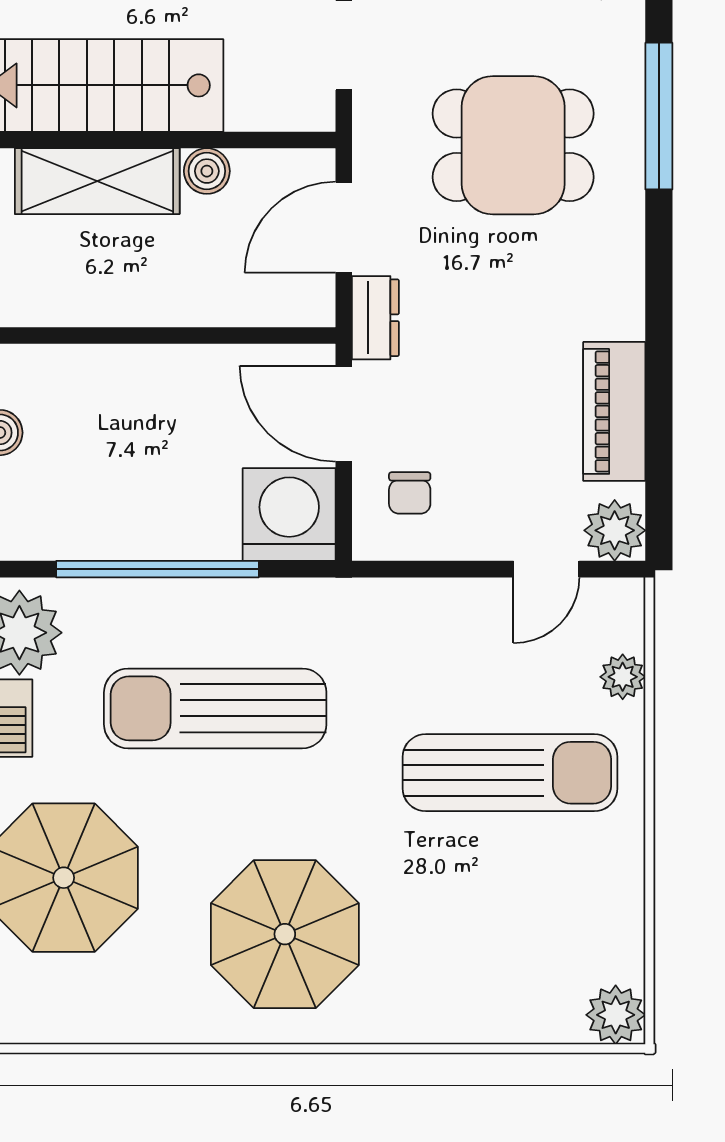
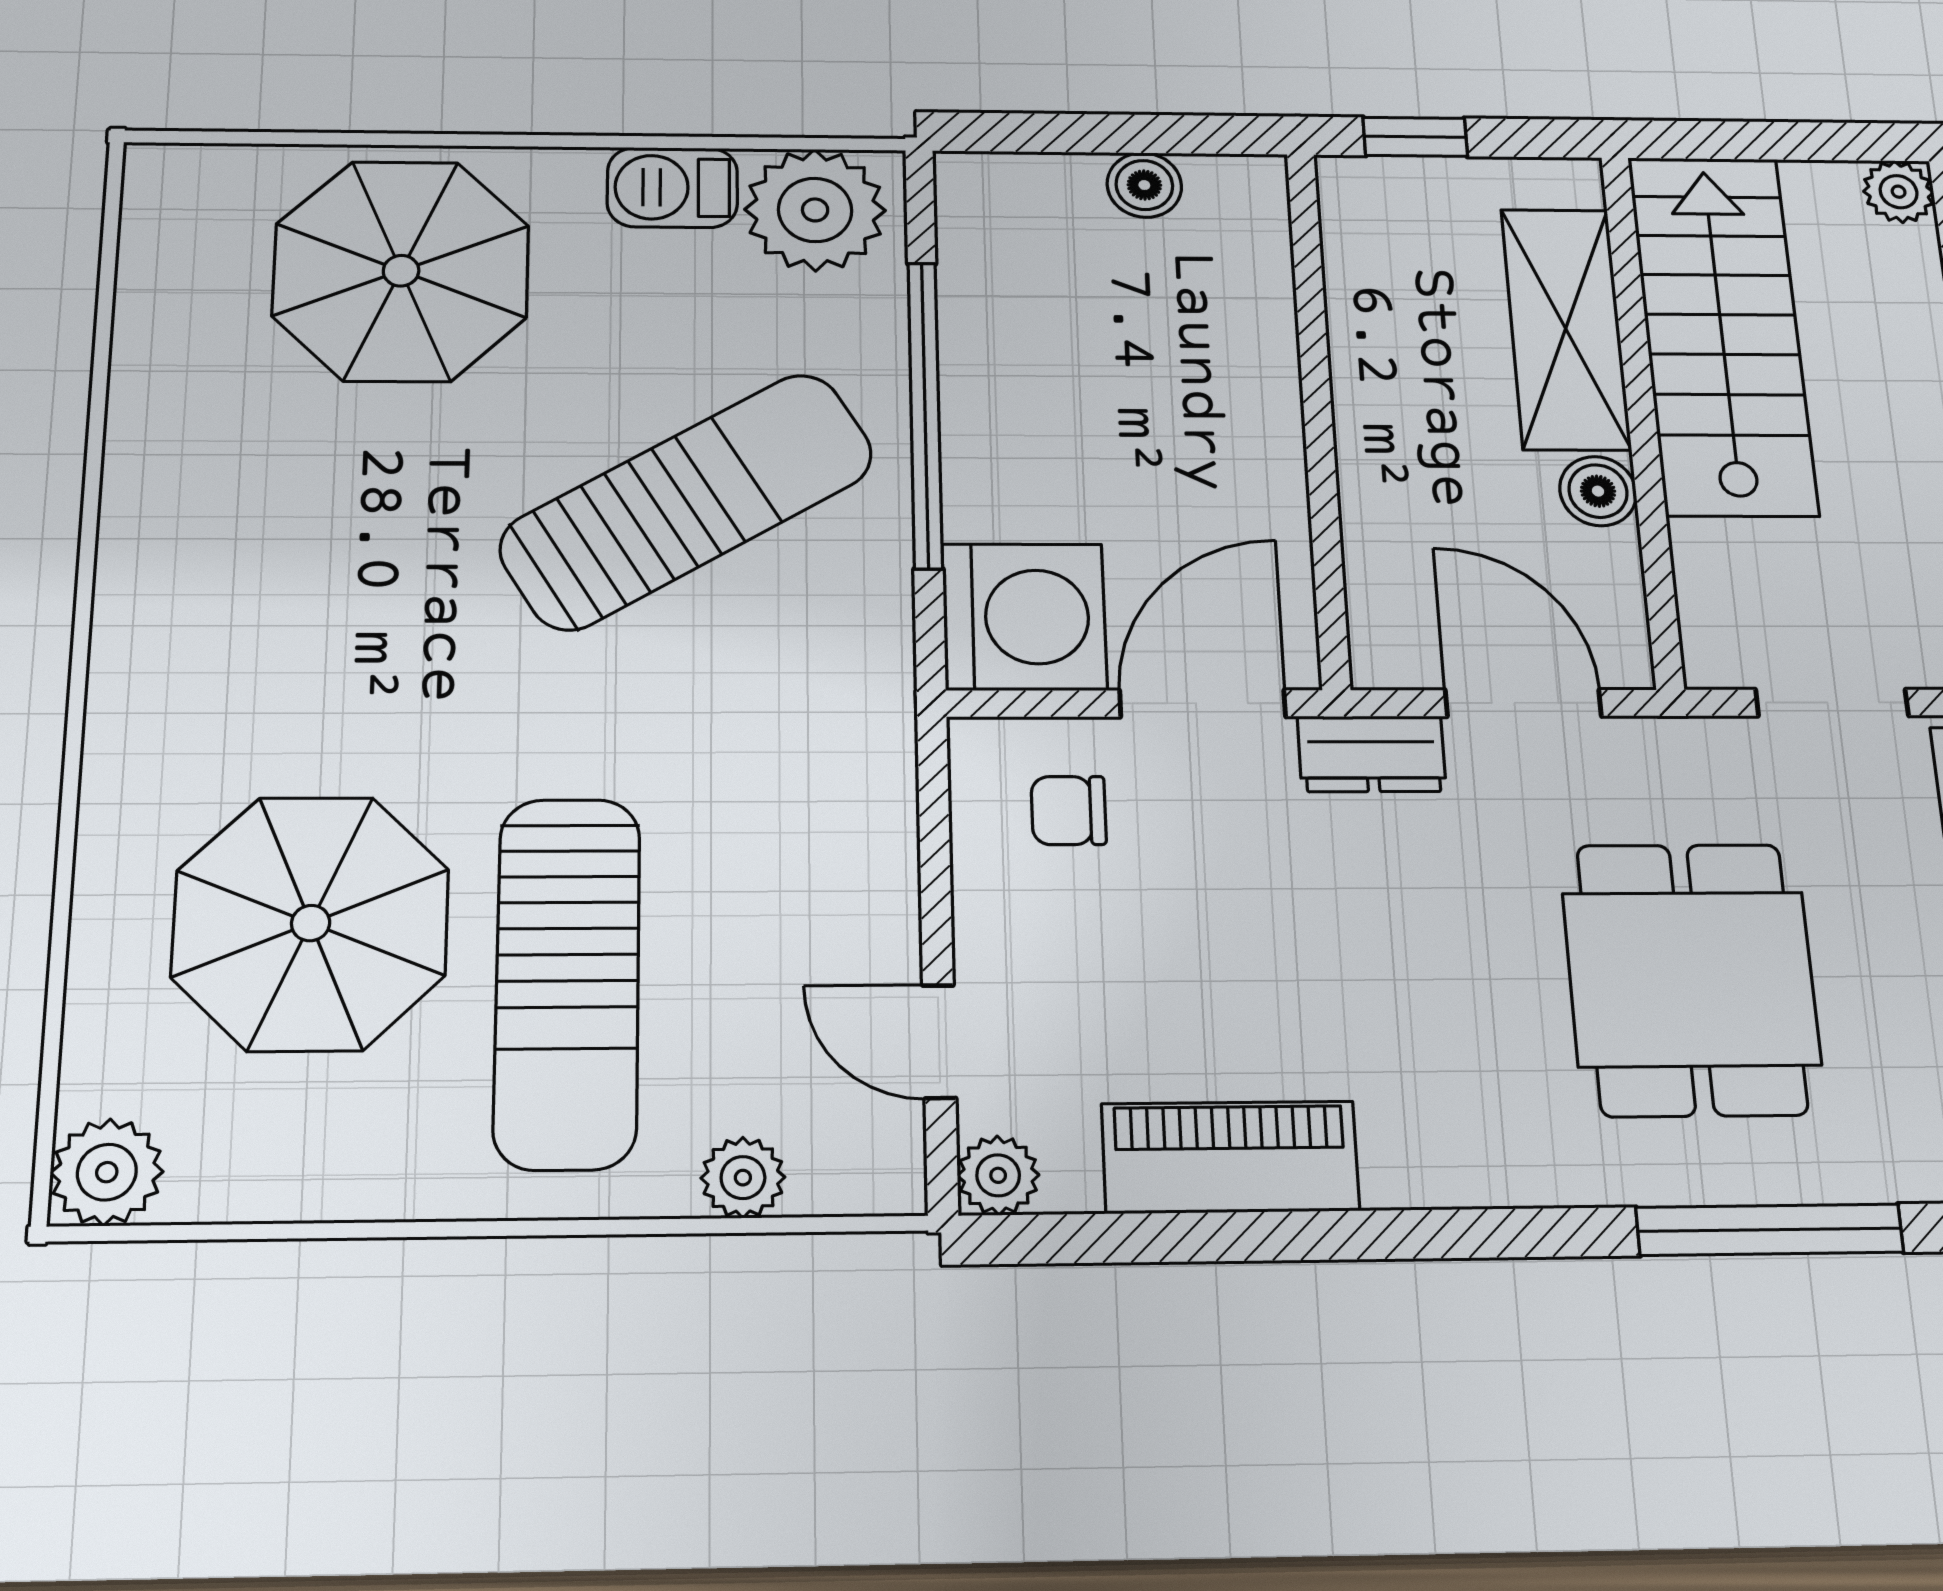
plant: (615, 530) -> (998, 1175), width x0.73, depth x0.73
sun lounger: (215, 708) -> (687, 501), turned 59
parasol: (285, 934) -> (311, 923), moved

